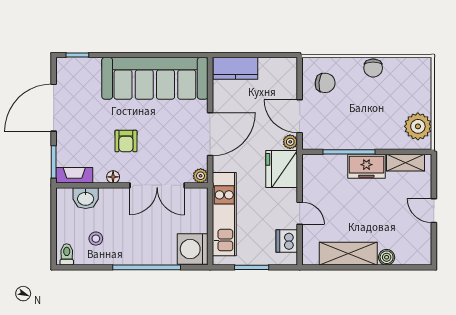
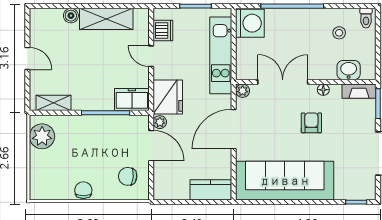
freezer: (366, 166) -> (132, 99), moved

